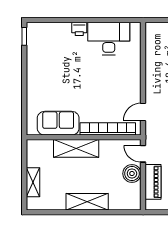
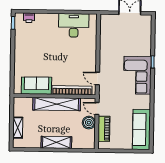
printer: (79, 29) -> (29, 18), moved
door: (143, 112) -> (98, 79), hinge flipped
shelving: (76, 148) -> (57, 104), width x1.47

